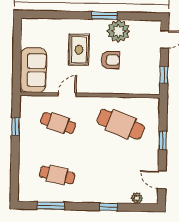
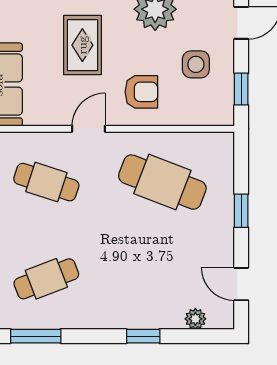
armchair: (110, 60) -> (141, 92), moved
side table: (140, 61) -> (196, 64), added
door: (67, 94) -> (89, 129), moved
cafe table: (57, 175) -> (46, 279), turned -33

